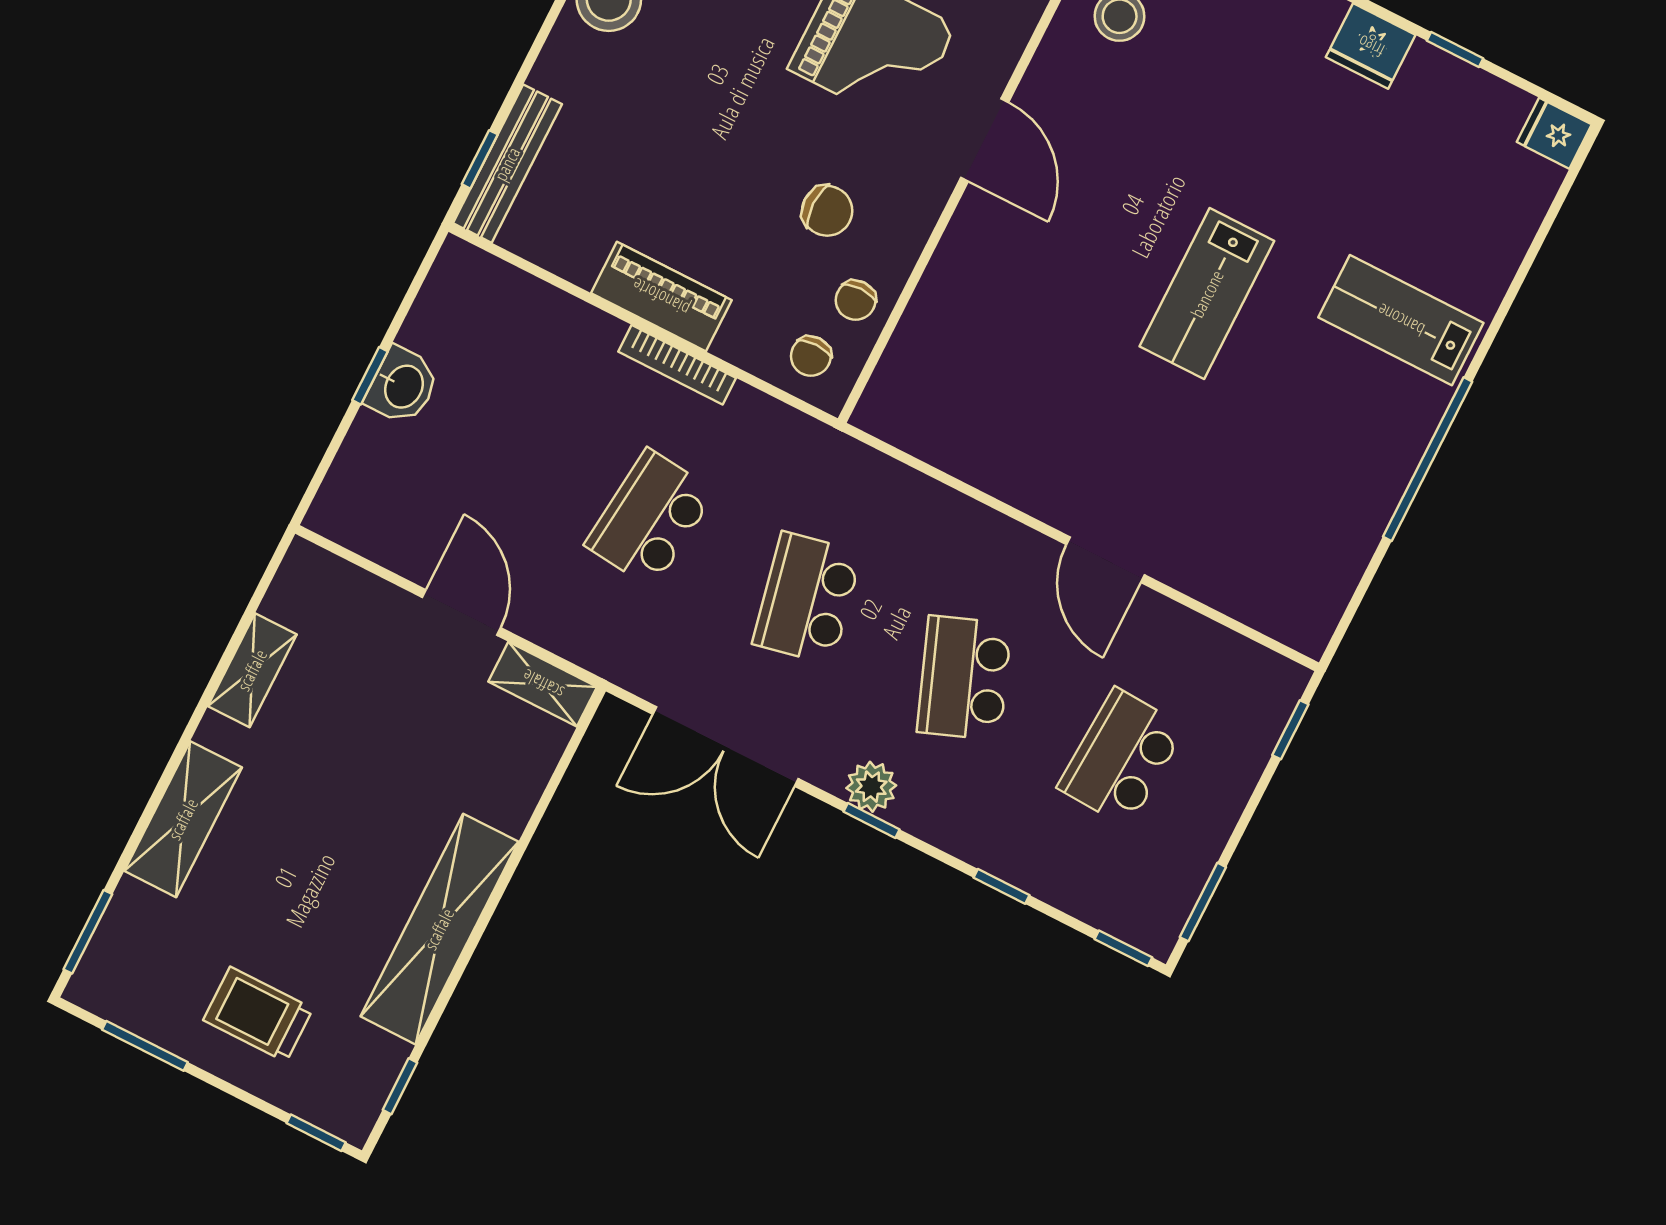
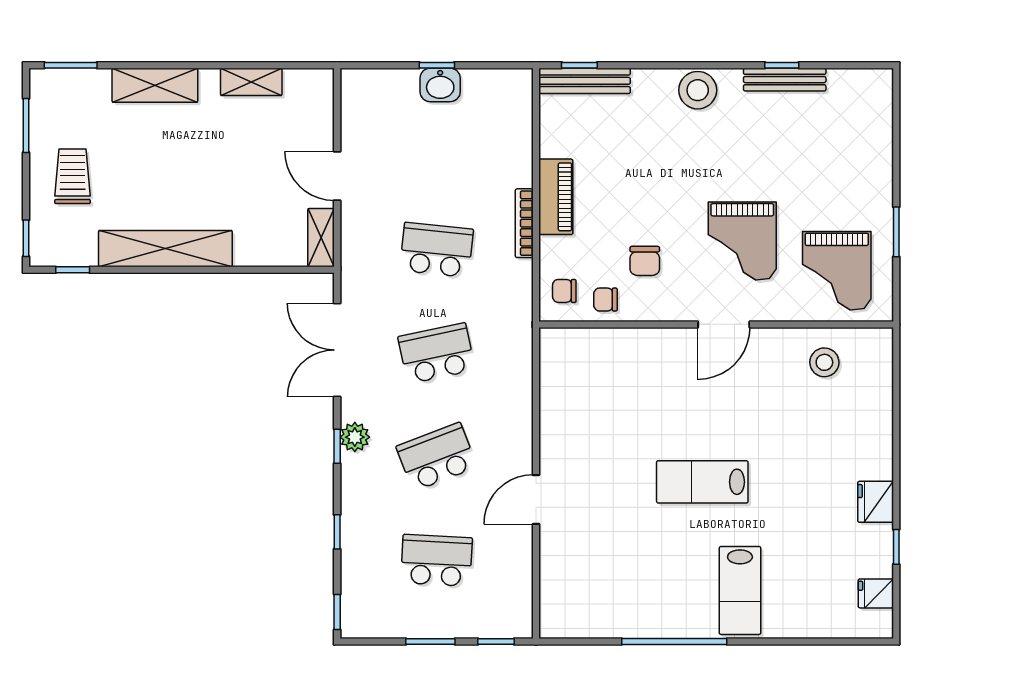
fridge: (1554, 133) -> (876, 593), moved, turned -90
lab bench: (1401, 320) -> (740, 590), turned 180
door: (461, 612) -> (337, 176), swing flipped
window: (1203, 902) -> (430, 641), moved

